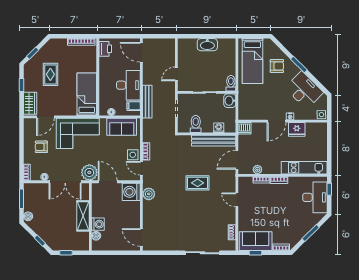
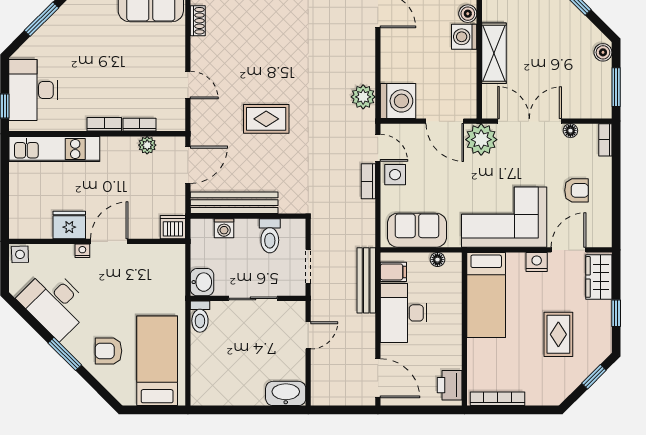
washbasin: (207, 45) -> (286, 393), moved
nightstand: (61, 111) -> (537, 262), added

